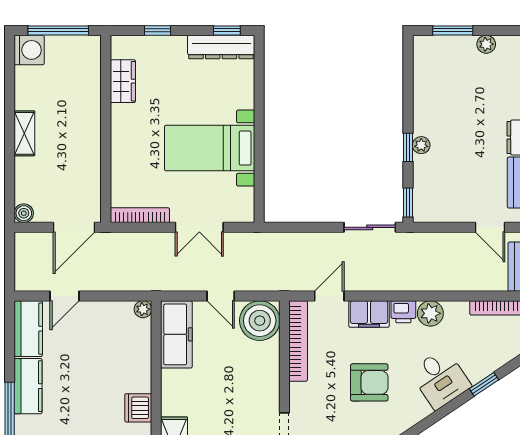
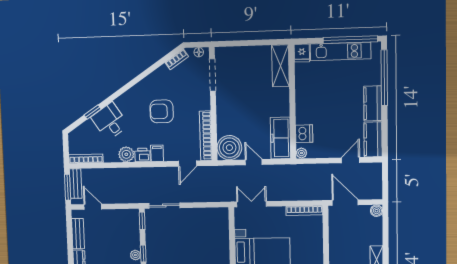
door: (74, 227) -> (345, 203), hinge flipped
double door: (199, 227) -> (252, 204), moved
filing cabinet: (369, 314) -> (157, 153), width x0.50
desk: (440, 379) -> (110, 121), moved
dishwasher: (138, 408) -> (304, 134), moved

